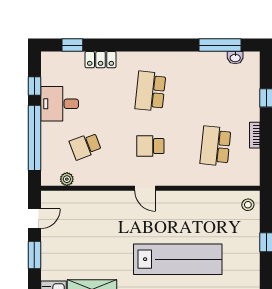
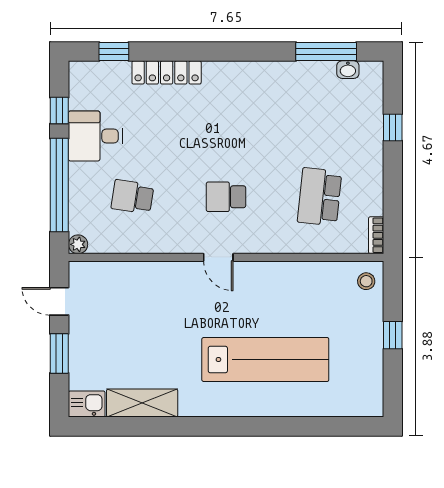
locker: (101, 60) -> (167, 72), width x1.53
school desk: (150, 91) -> (226, 118), removed
bookcase: (255, 135) -> (376, 235), moved
school desk: (85, 146) -> (132, 197), turned 30
plant: (67, 179) -> (78, 244), moved
door: (34, 219) -> (59, 301), swing flipped

